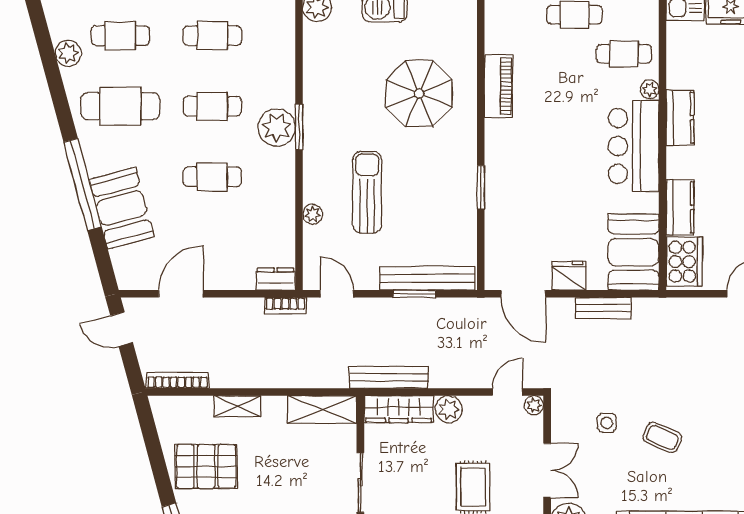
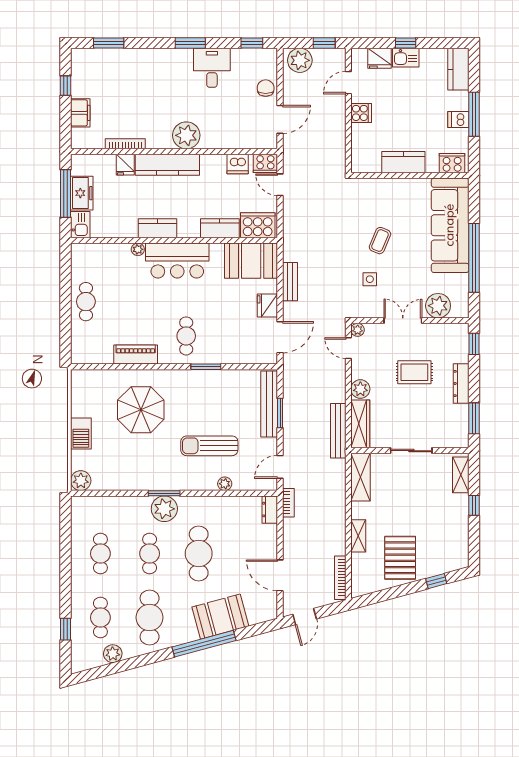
cafe table: (624, 54) -> (186, 336), moved
cafe table: (212, 177) -> (199, 554), width x1.37, depth x1.35

